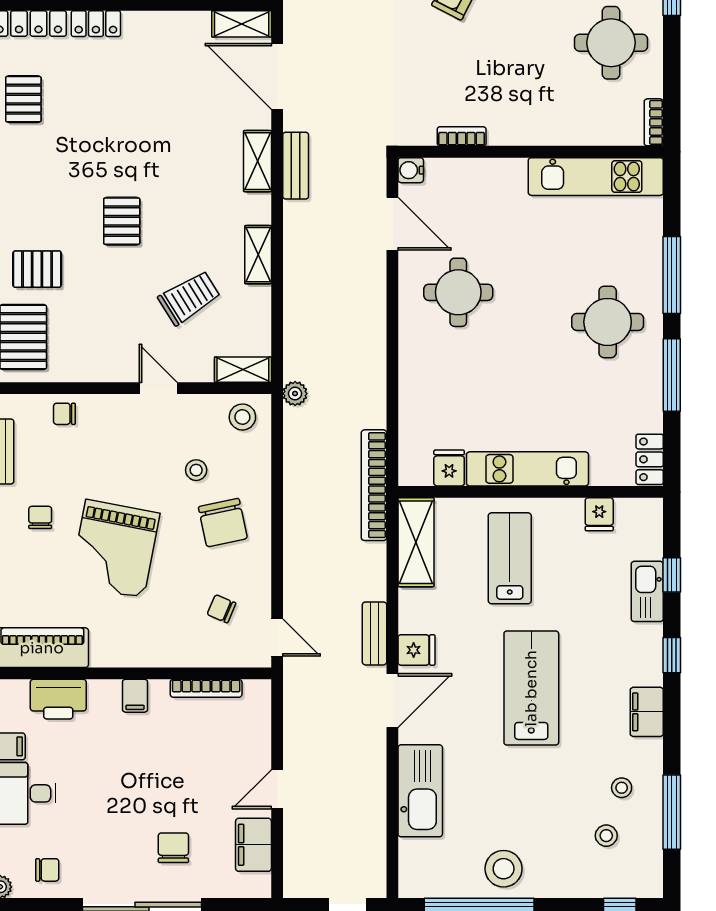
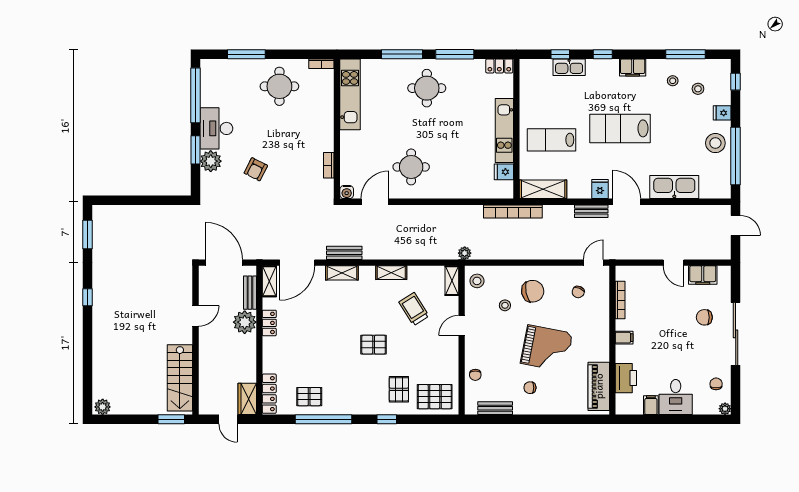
locker: (96, 24) -> (269, 323), moved
fridge: (599, 514) -> (722, 113), moved, turned 180

